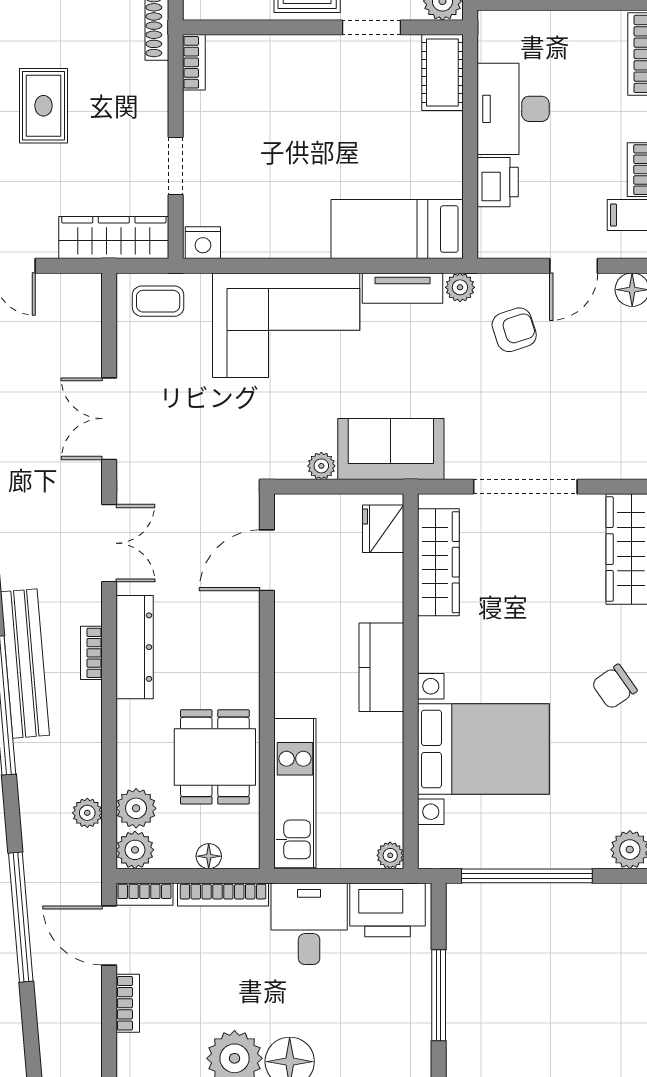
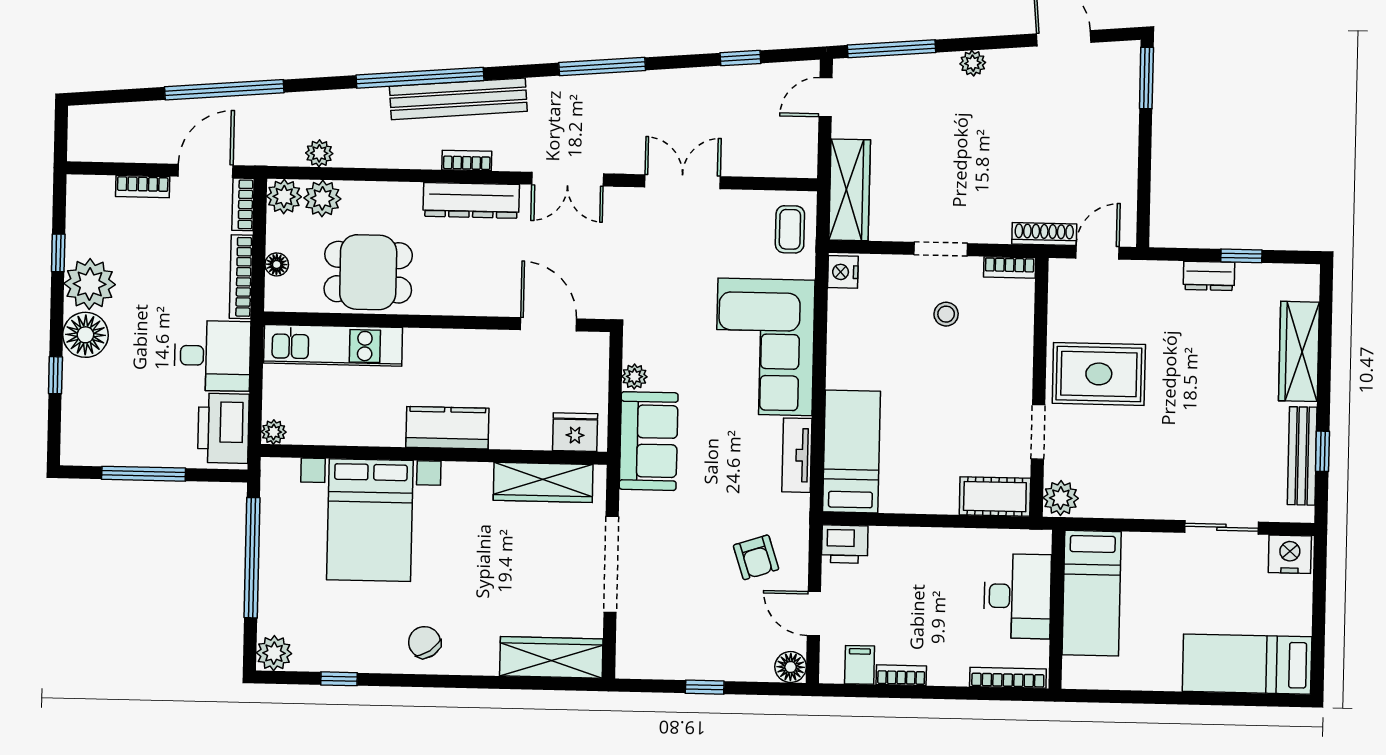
rug: (43, 106) -> (973, 128), removed
desk: (513, 109) -> (1017, 596), moved, turned 90
stool: (246, 130) -> (946, 314), added
doorway: (176, 166) -> (941, 249), moved
printer: (498, 182) -> (845, 544), moved
plant: (460, 287) -> (796, 508), removed

